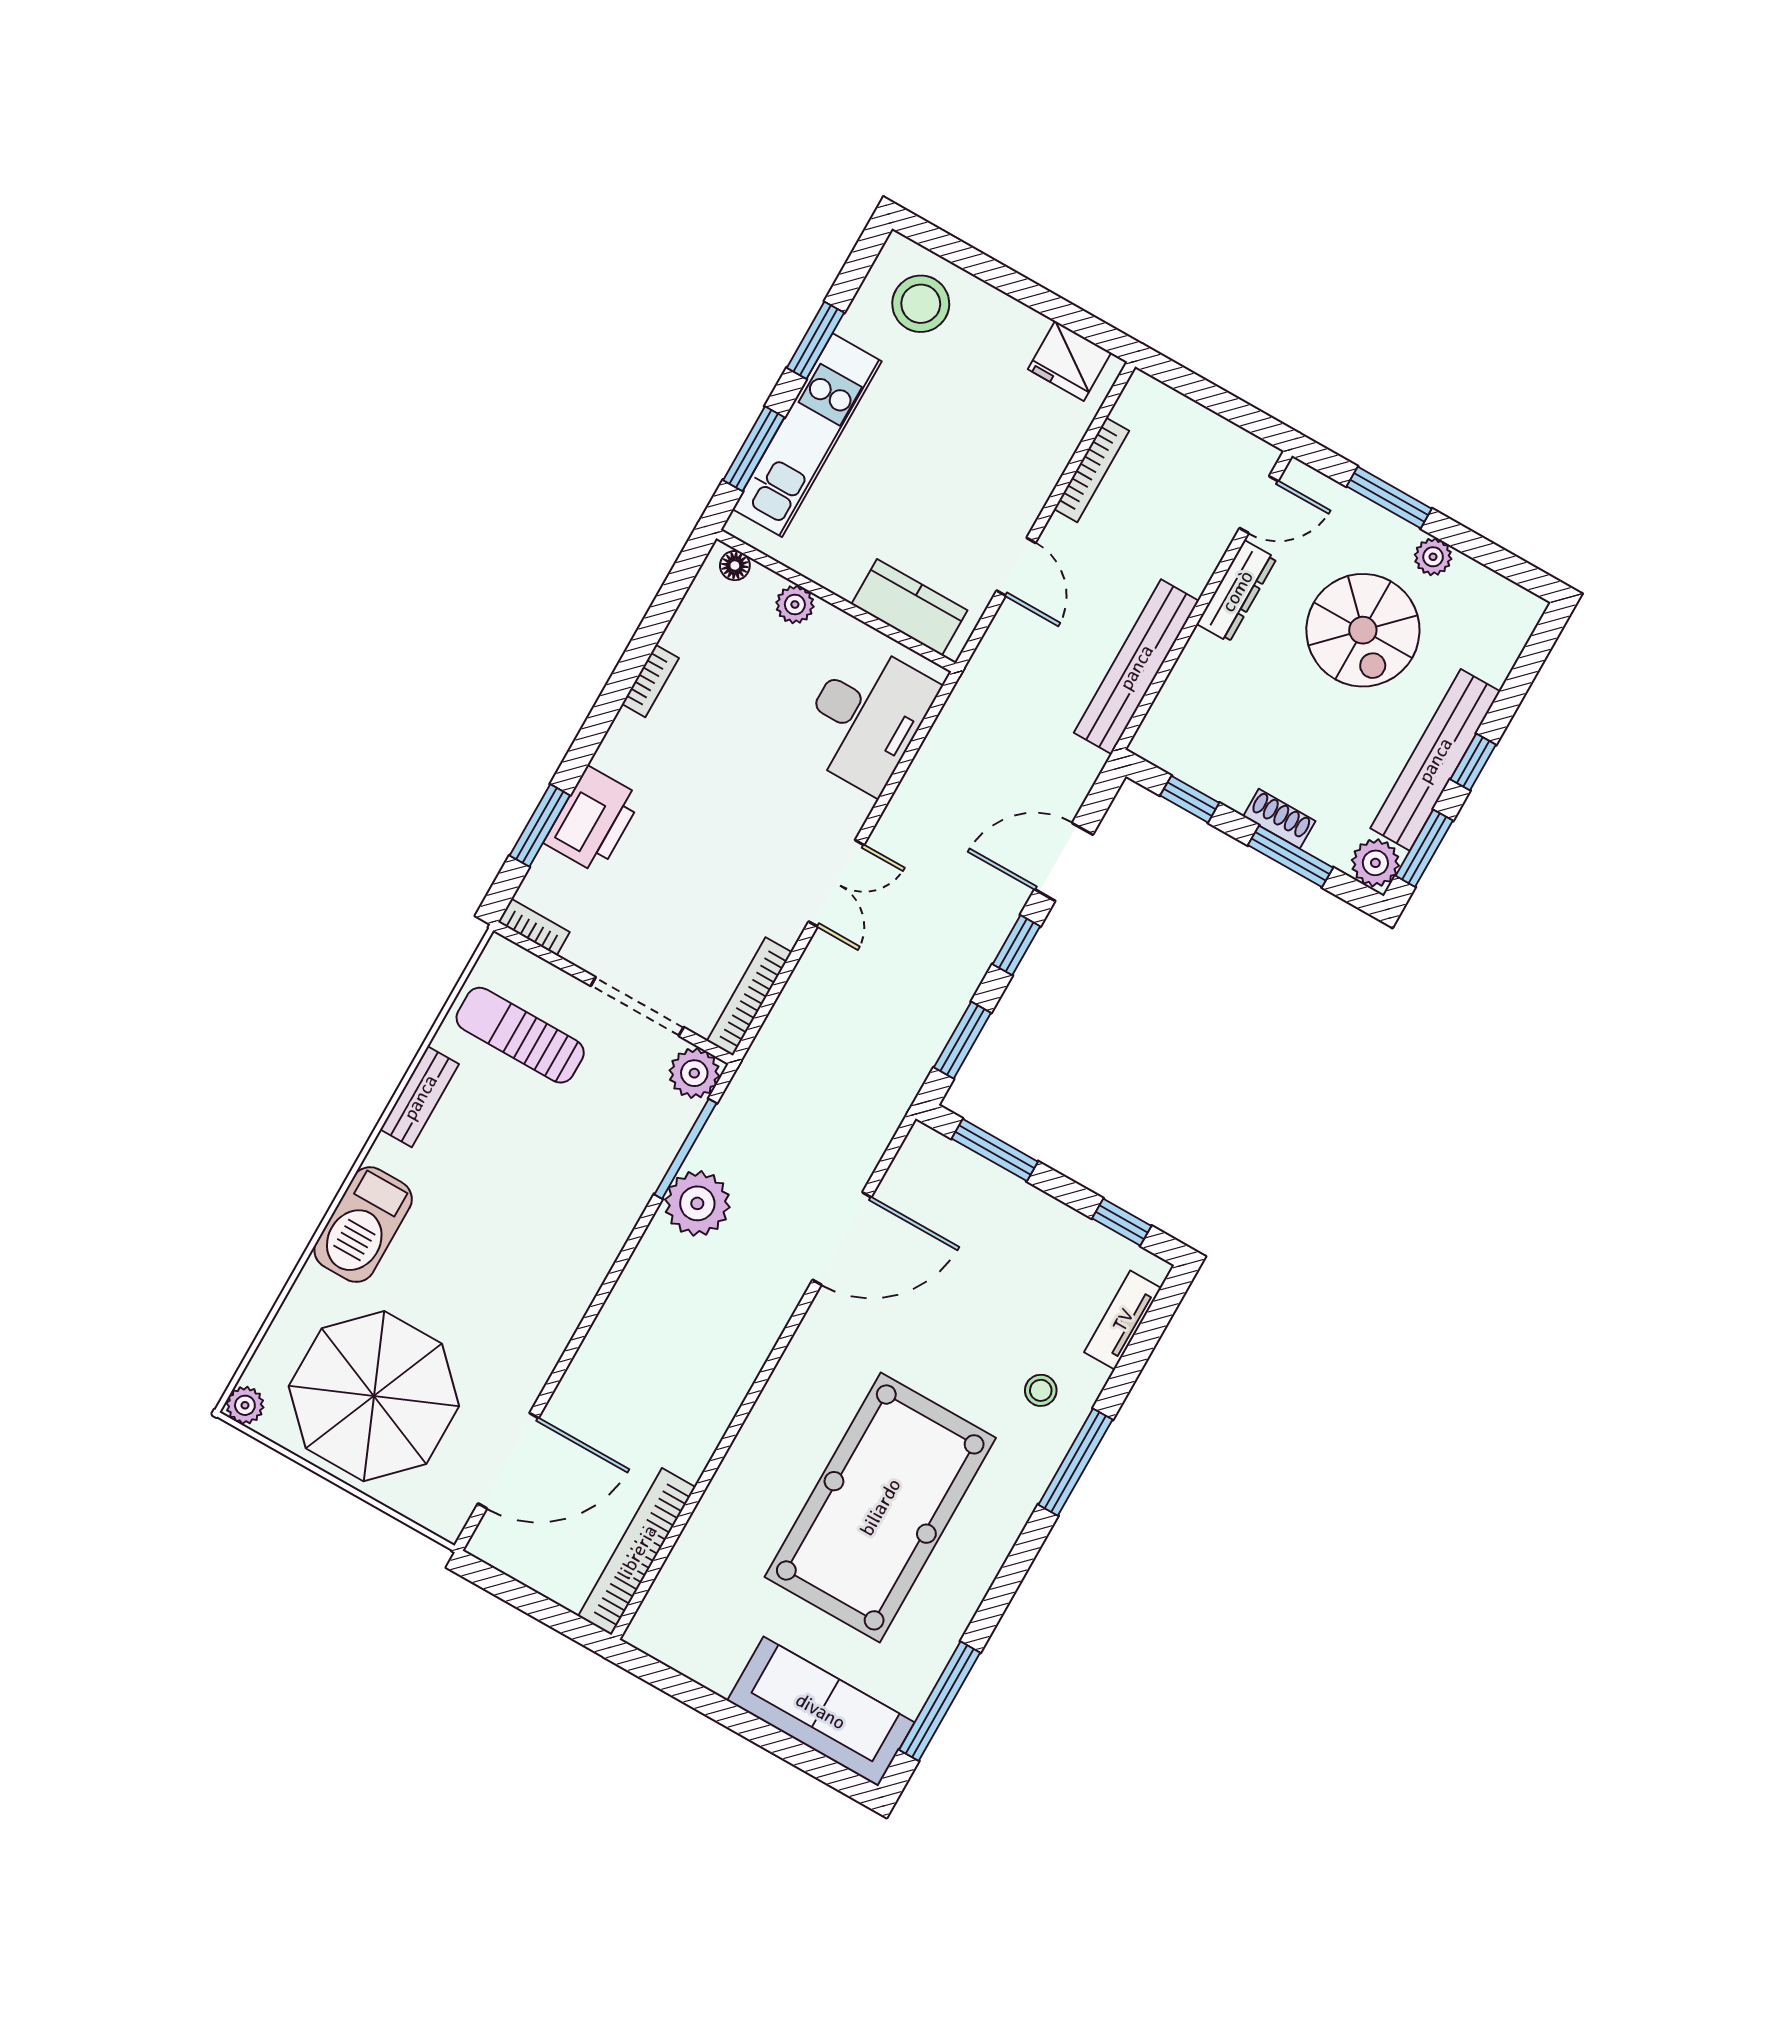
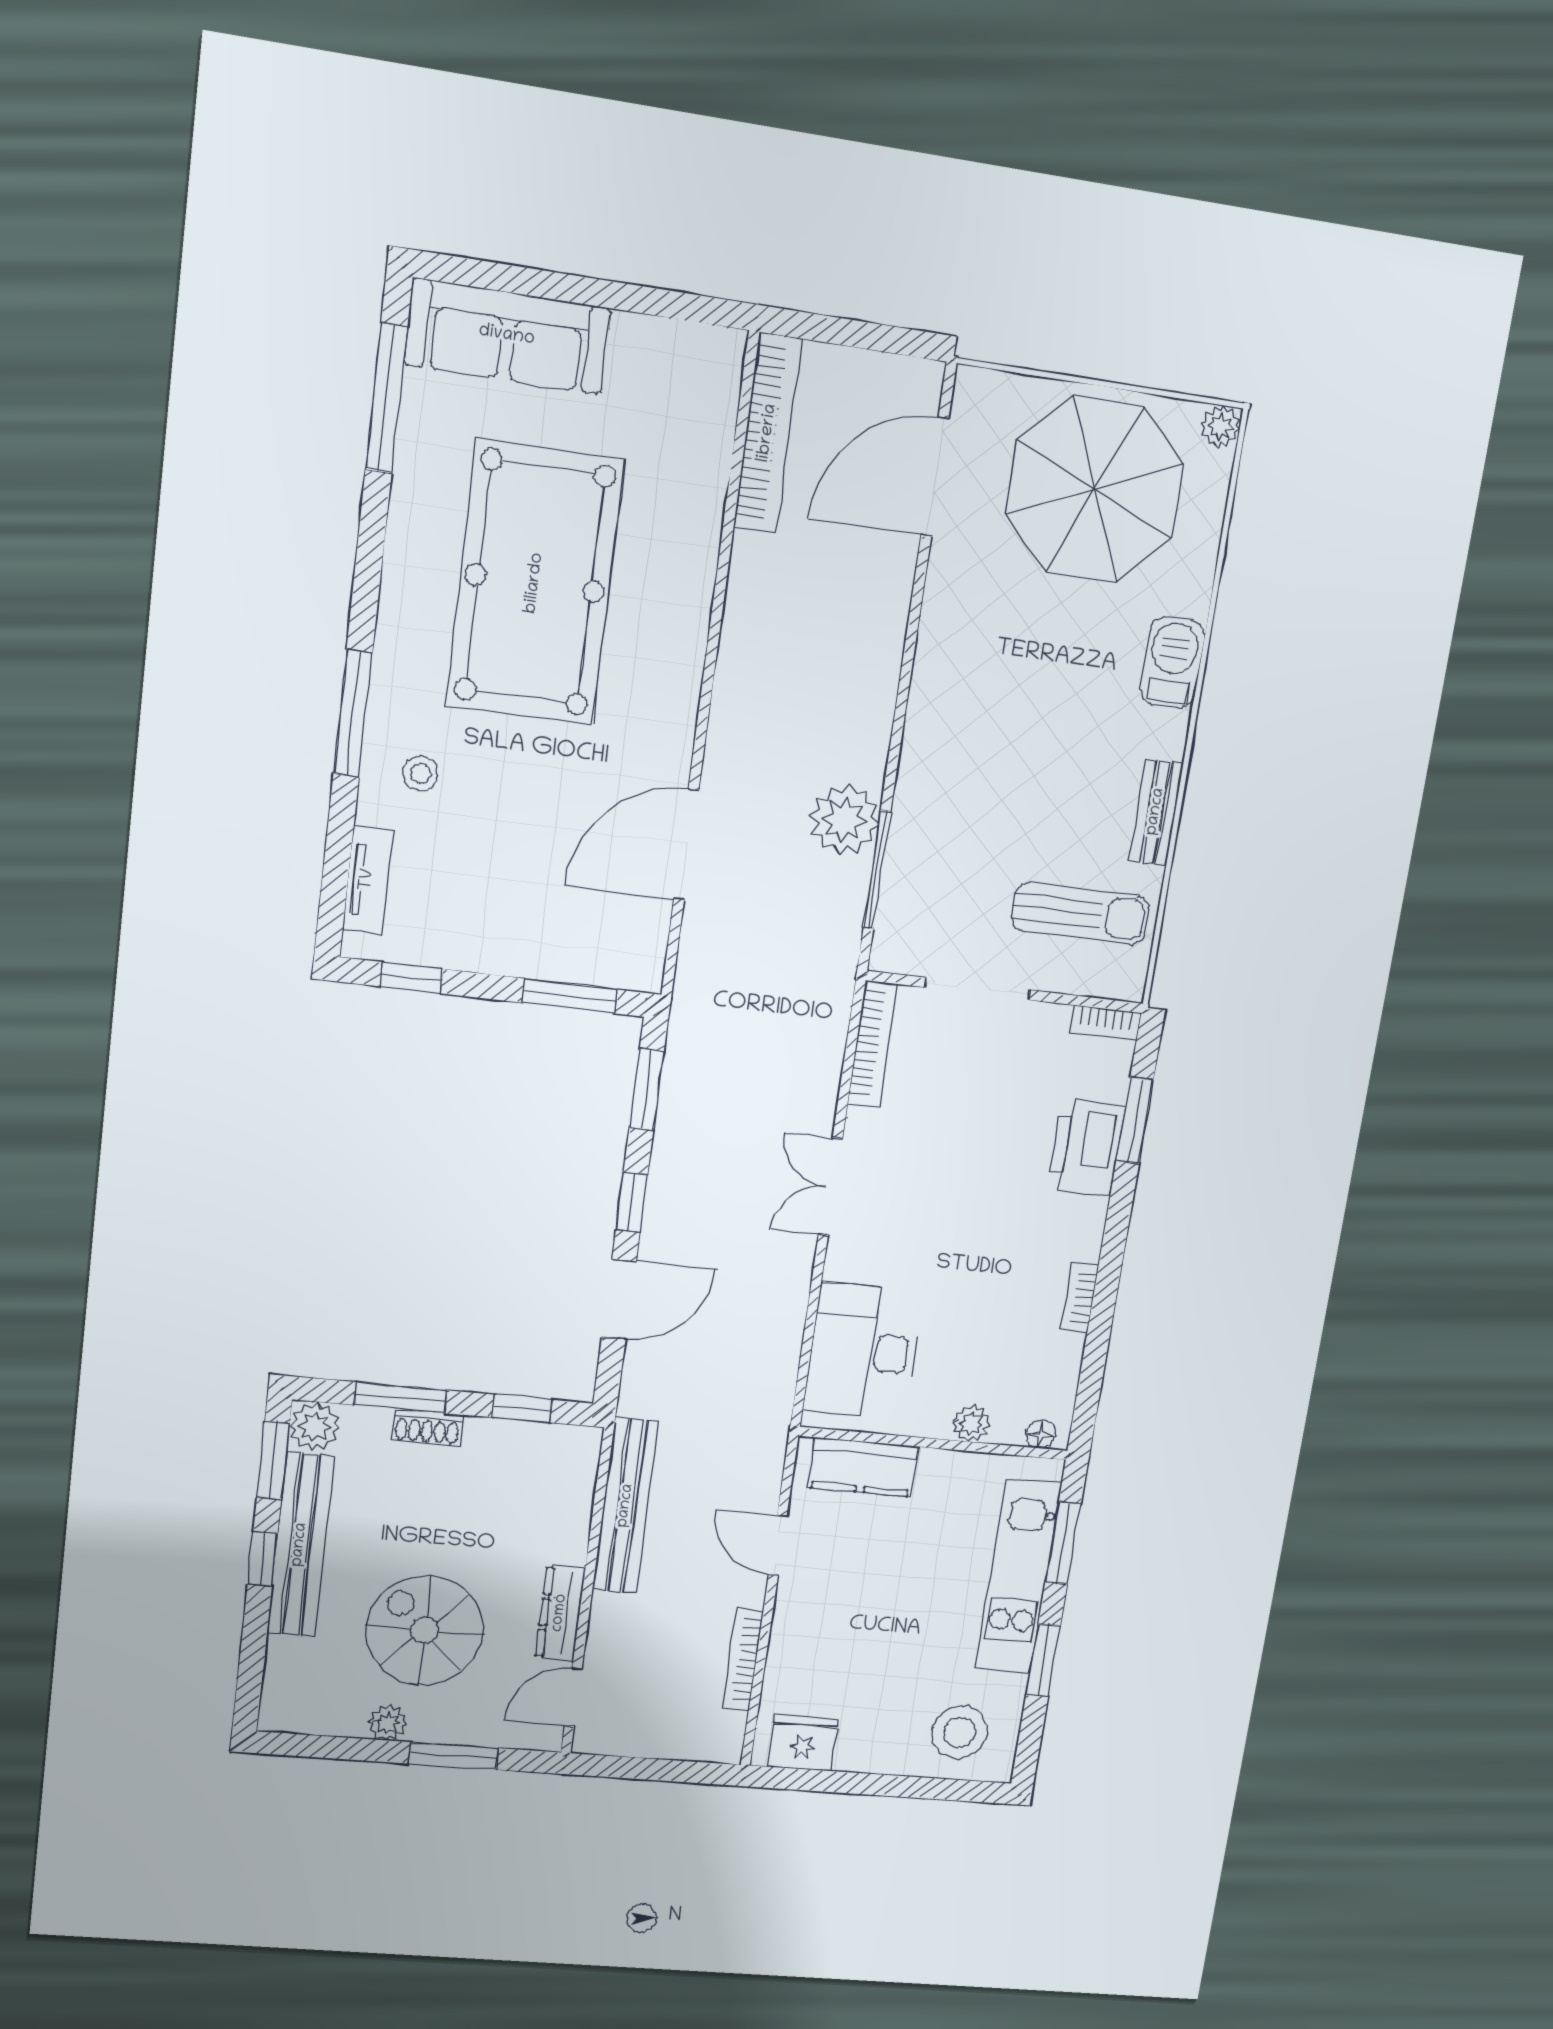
plant: (694, 1073) -> (897, 947), removed
barbecue: (363, 1225) -> (1173, 662), width x0.73, depth x0.83

